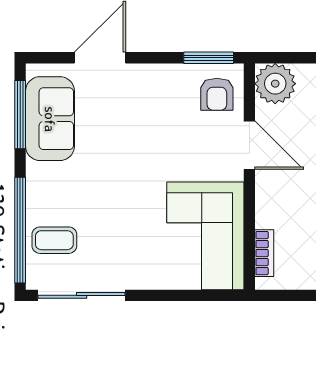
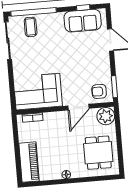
window: (20, 115) -> (83, 8), width x0.46

